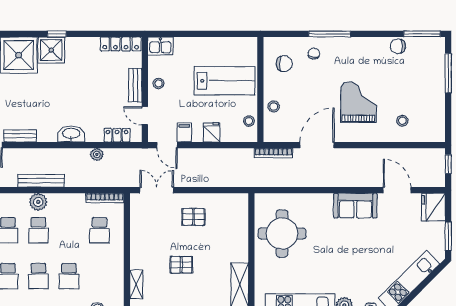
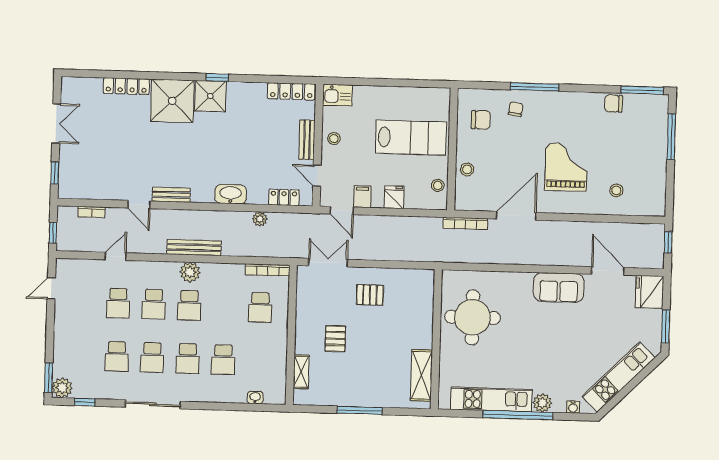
pallet: (181, 265) -> (335, 339), moved, turned 90

